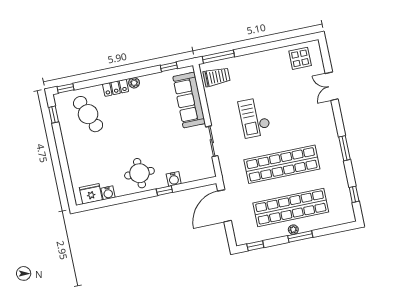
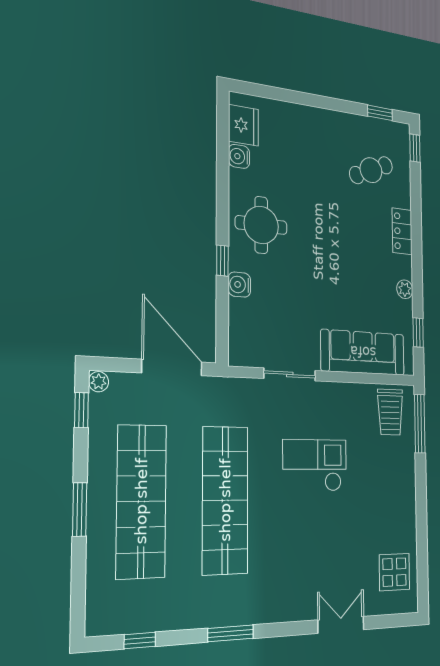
plant: (134, 83) -> (405, 289), moved
cafe table: (88, 114) -> (371, 170), width x0.73, depth x0.74
plant: (293, 230) -> (99, 382), moved

